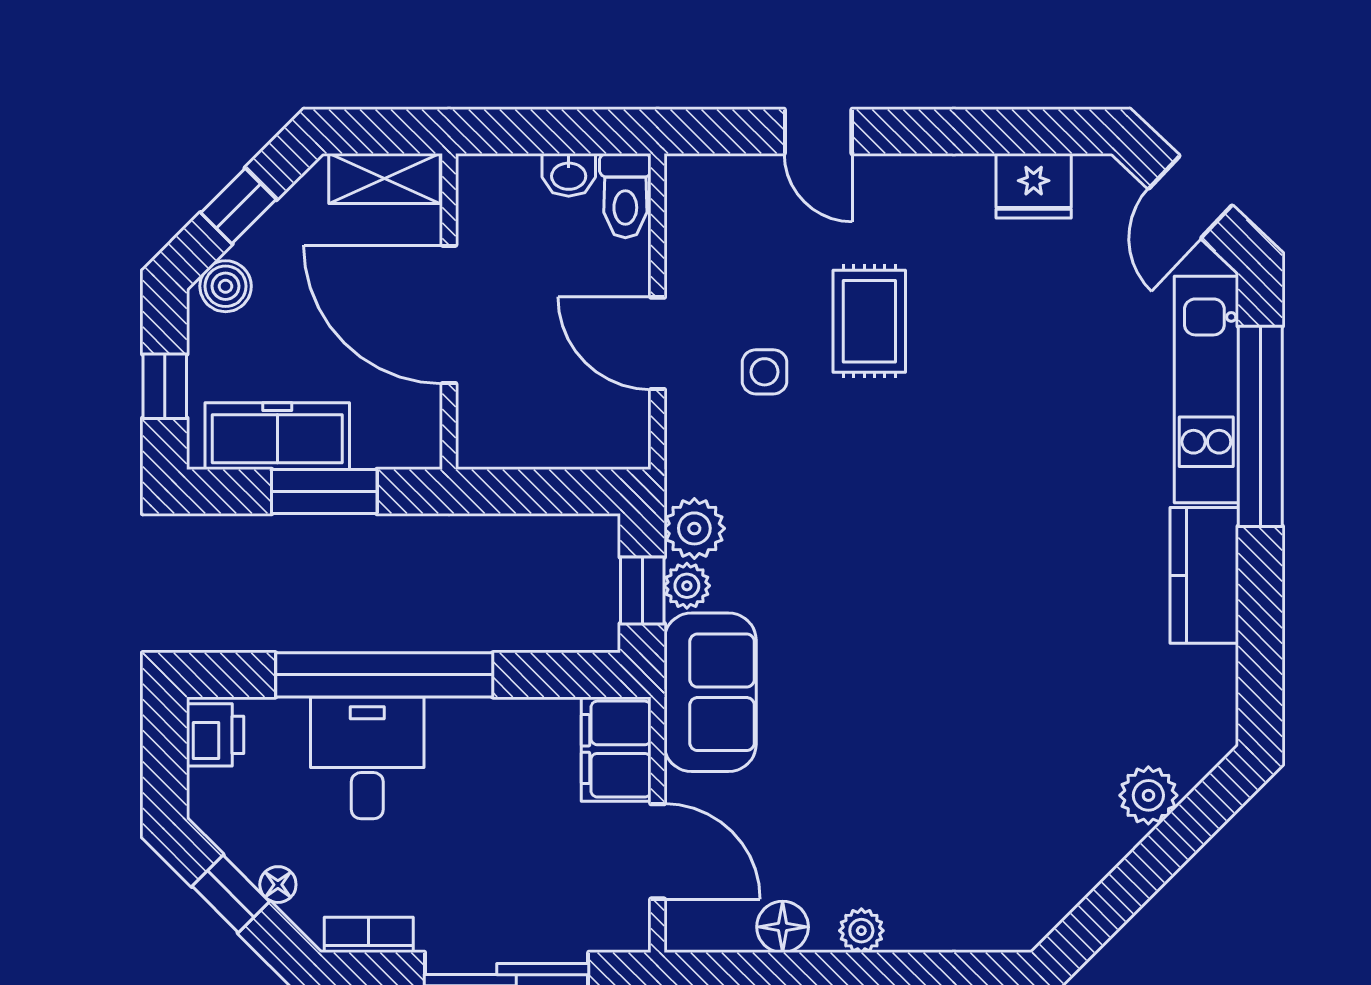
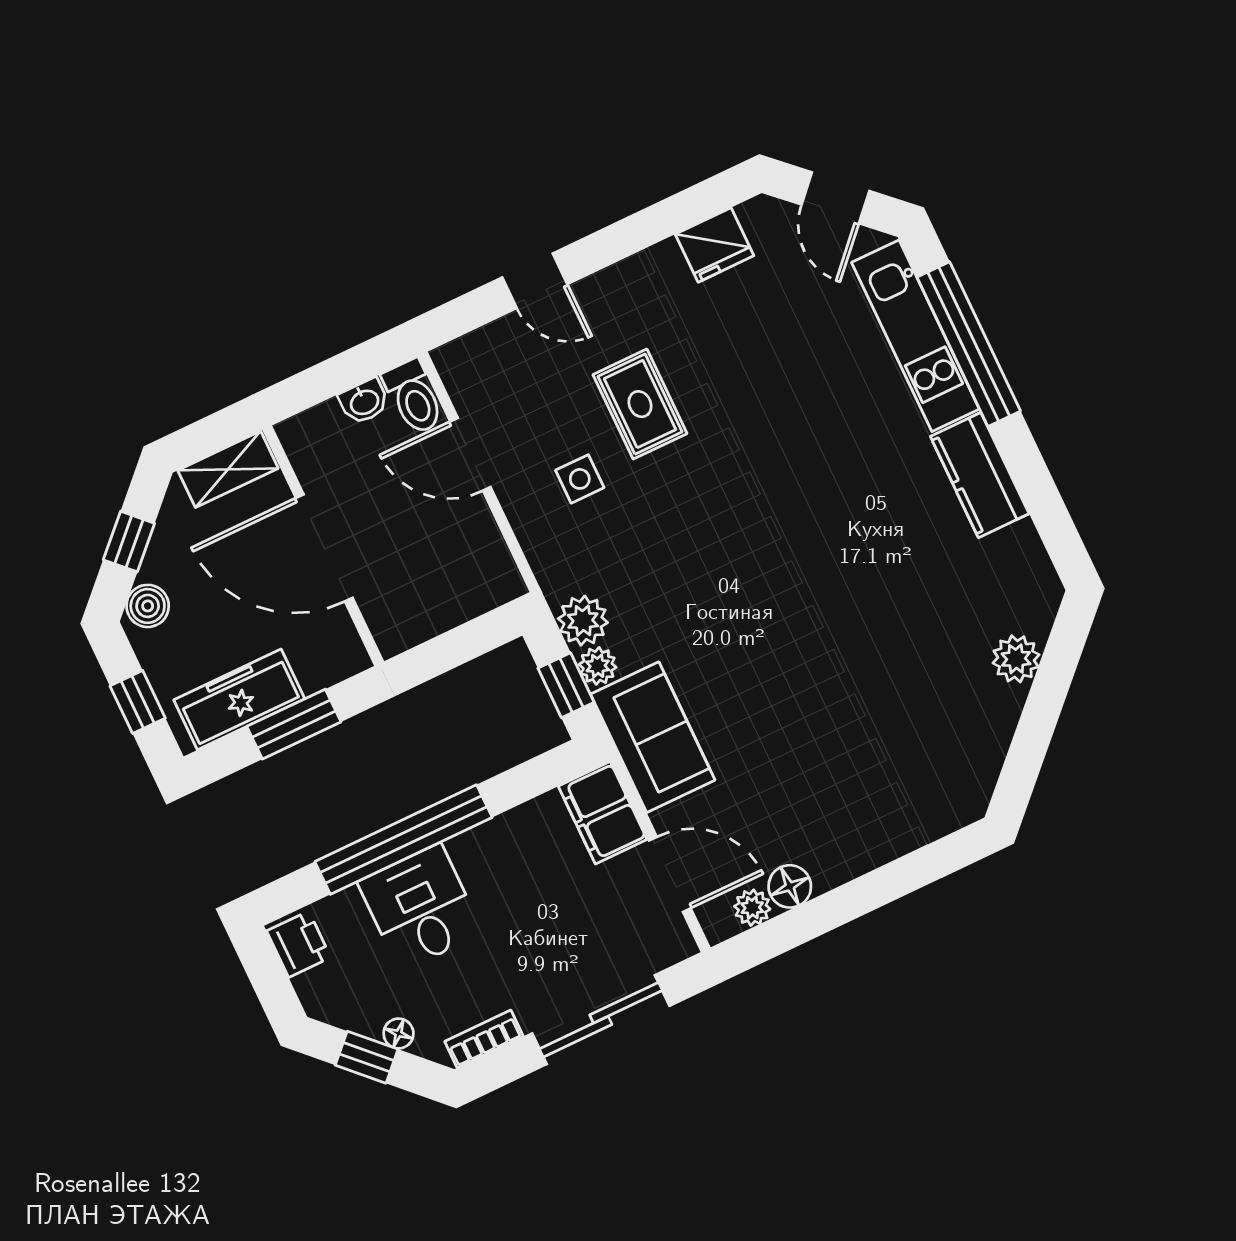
door: (658, 343) -> (470, 454), moved
plant: (861, 931) -> (752, 908), moved

